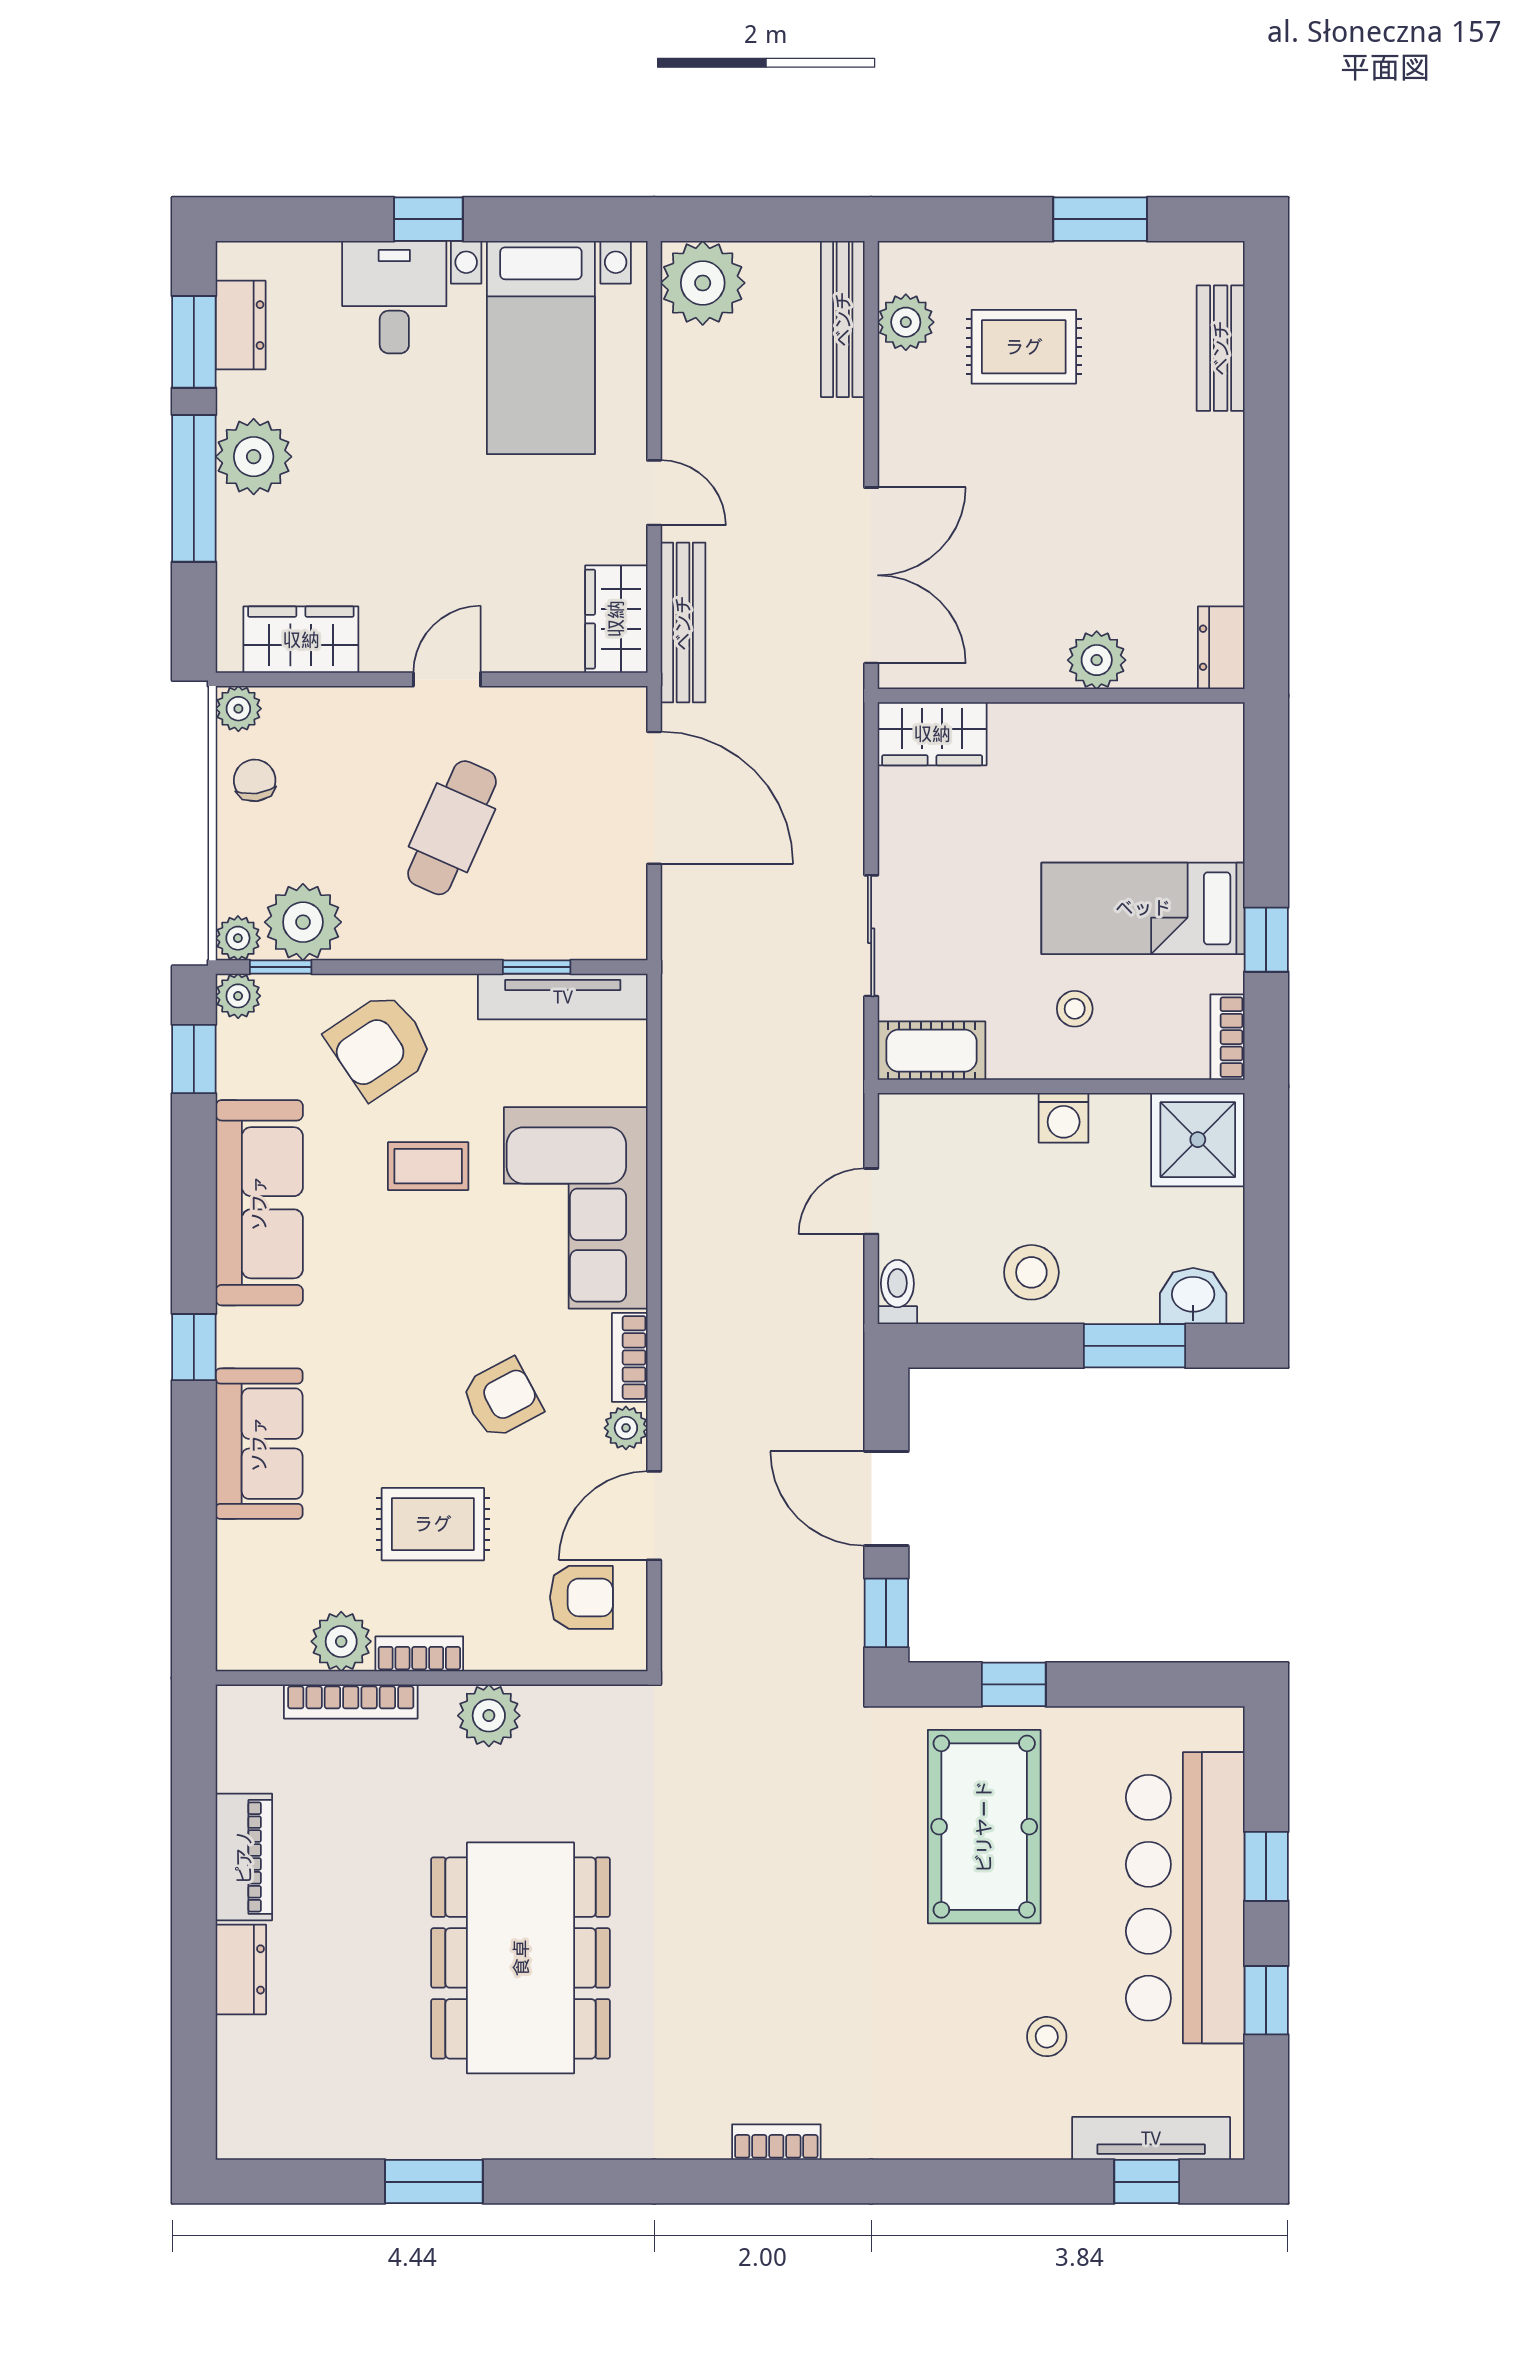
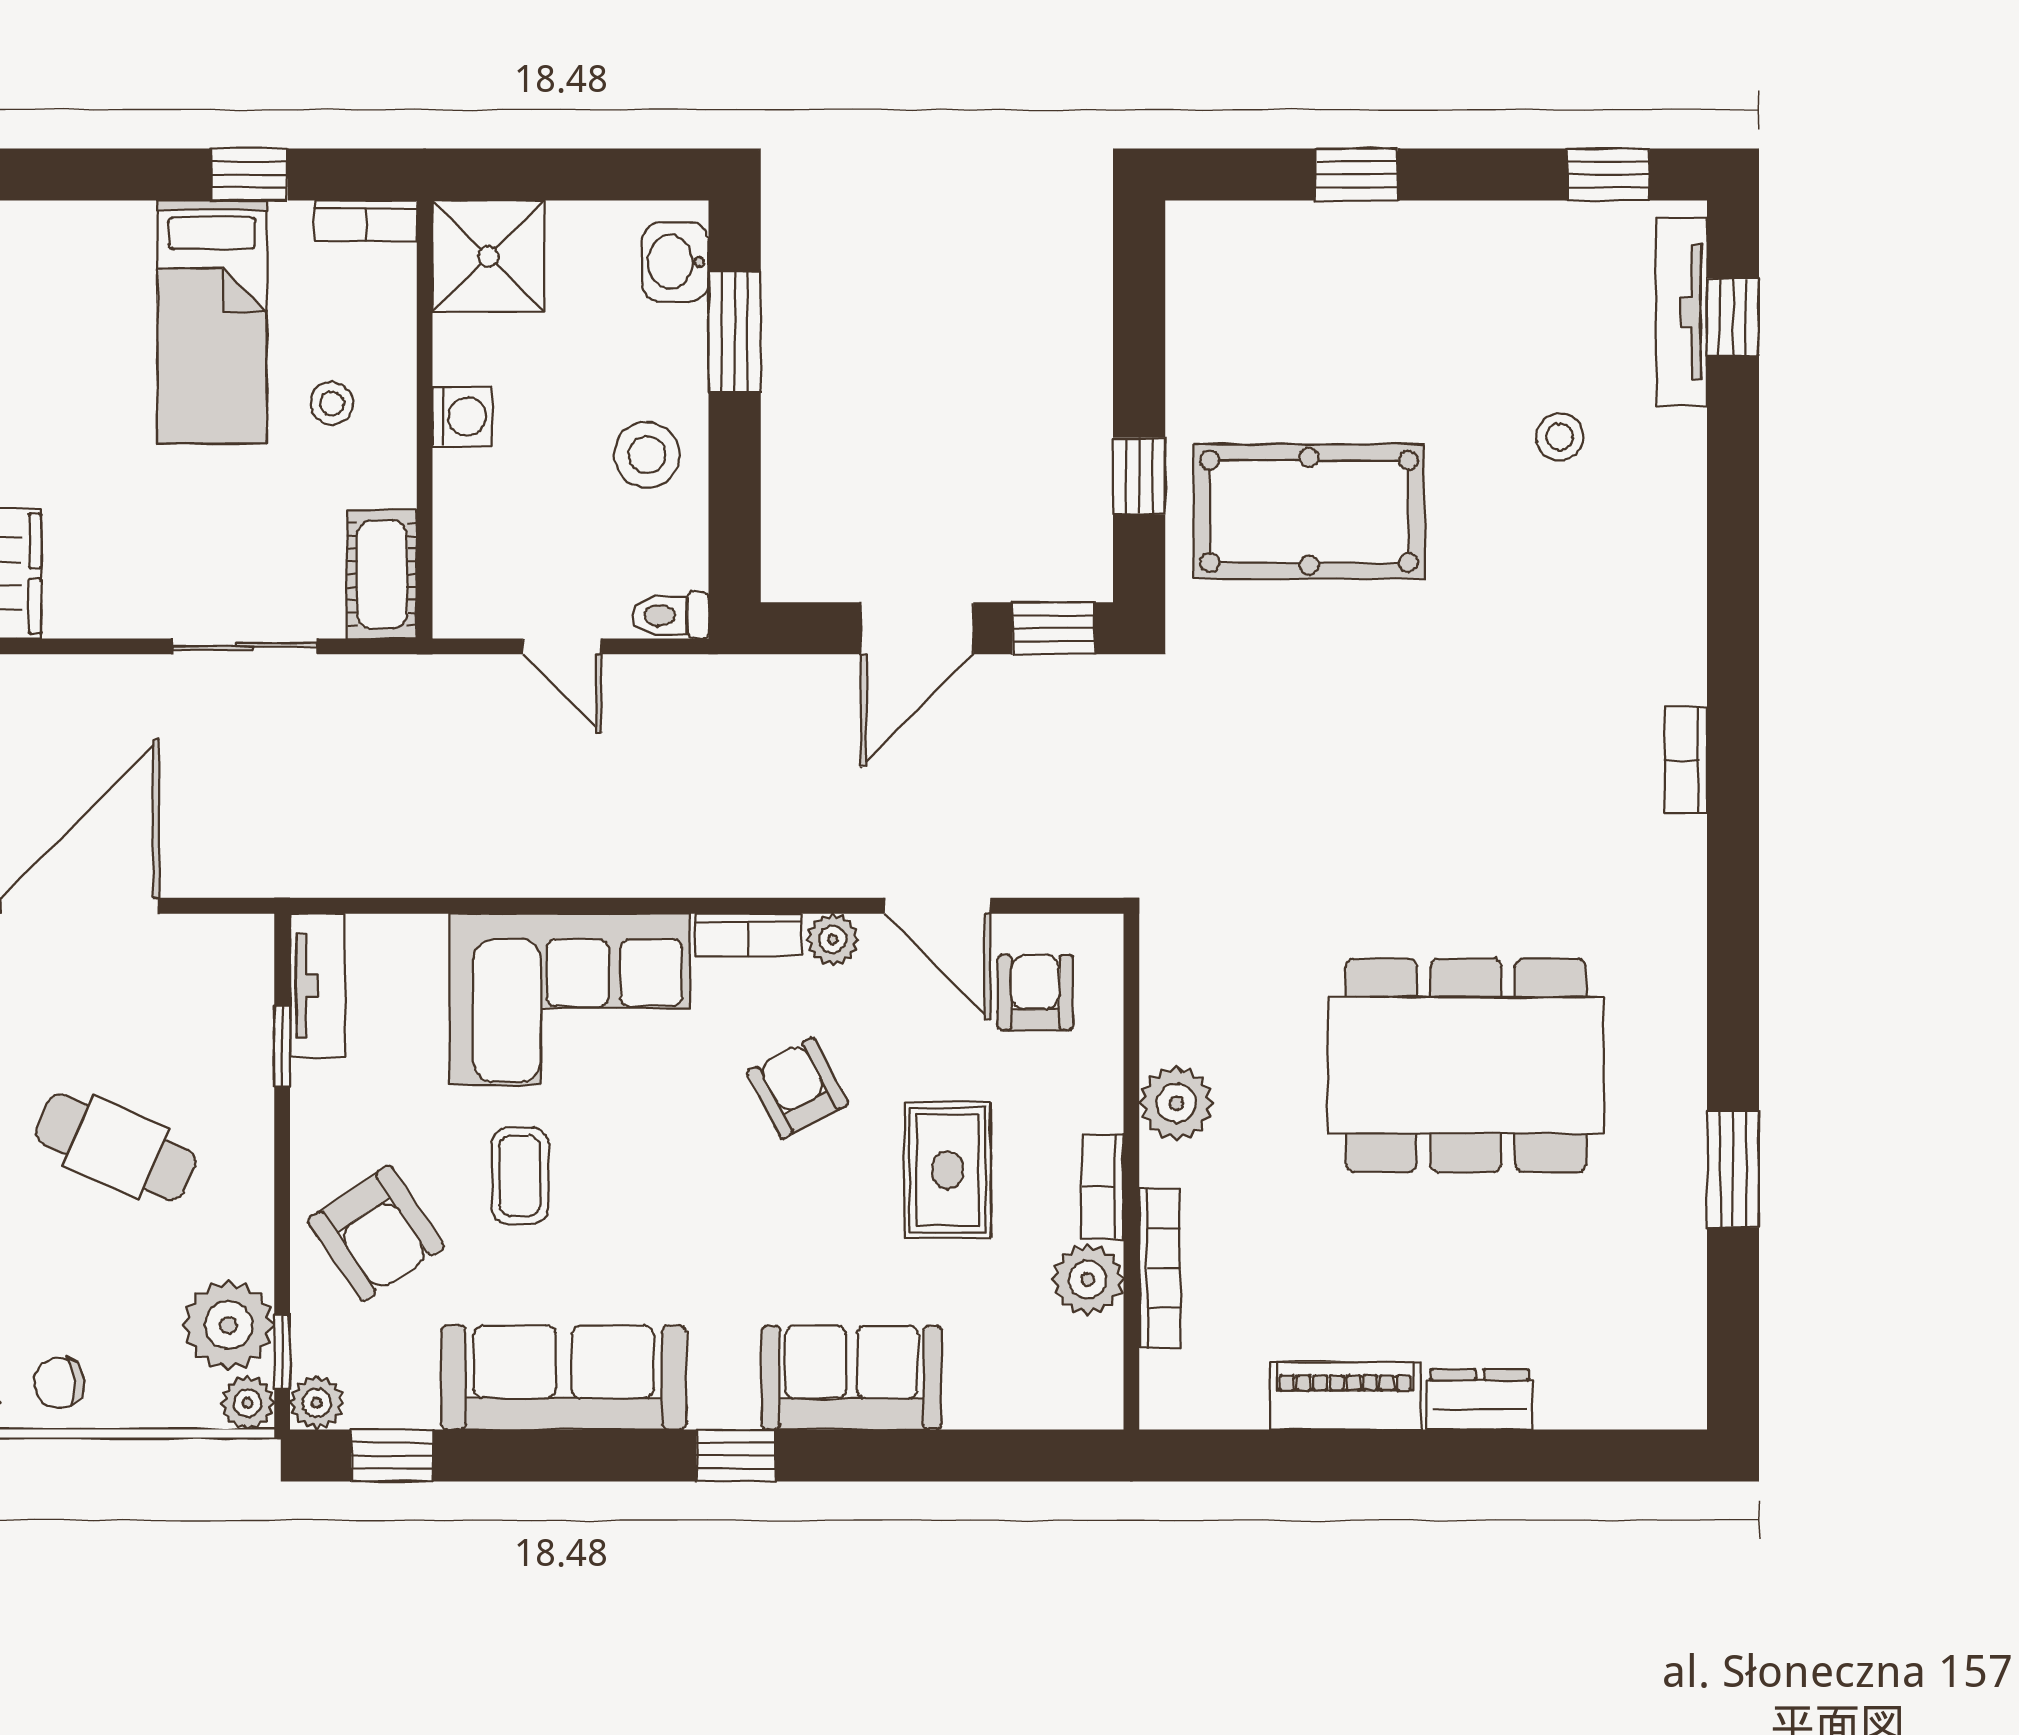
tv unit: (563, 997) -> (317, 985), width x0.71
bar counter: (1185, 1898) -> (1394, 271), removed
window: (1266, 2000) -> (1608, 174), moved

